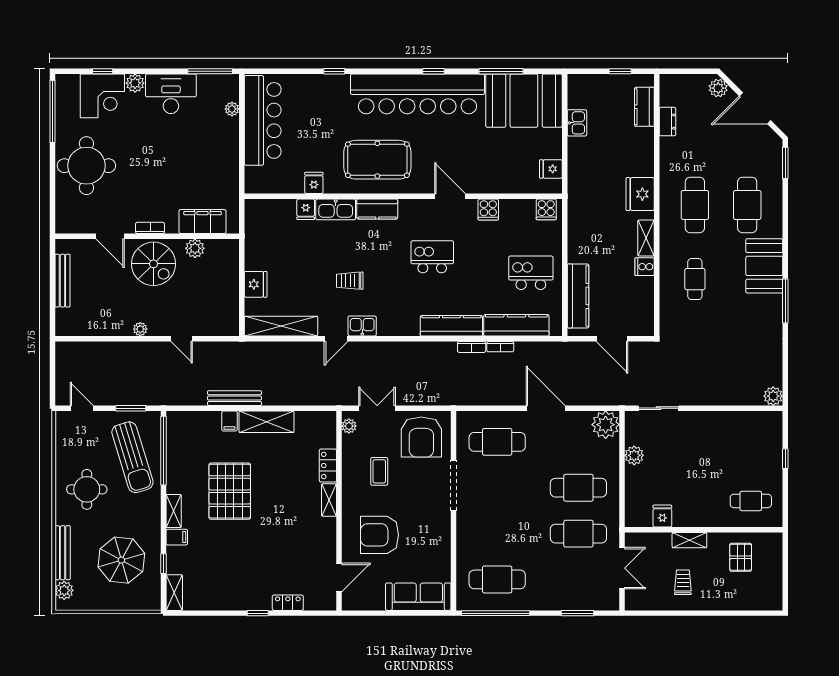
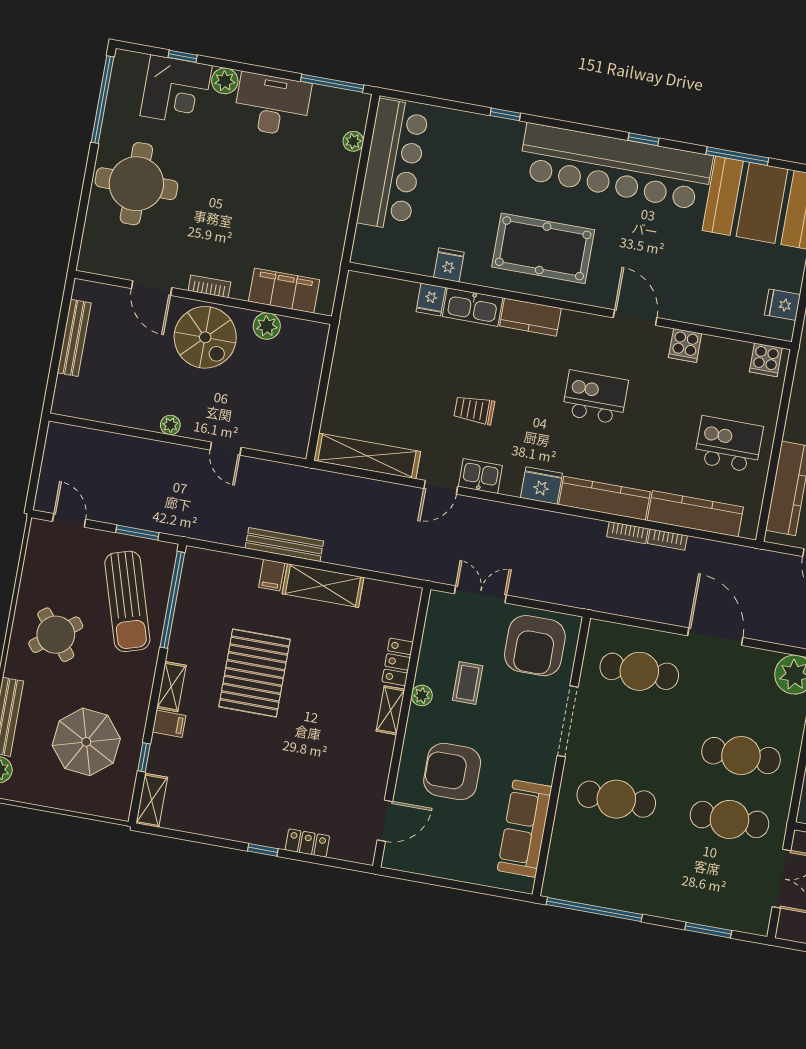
fridge: (256, 284) -> (541, 486), moved, turned -90
plant: (349, 426) -> (422, 695), moved
round table: (87, 489) -> (56, 635), turned -38
cafe table: (497, 579) -> (616, 799), moved
sofa: (418, 597) -> (525, 829), moved, turned -90

